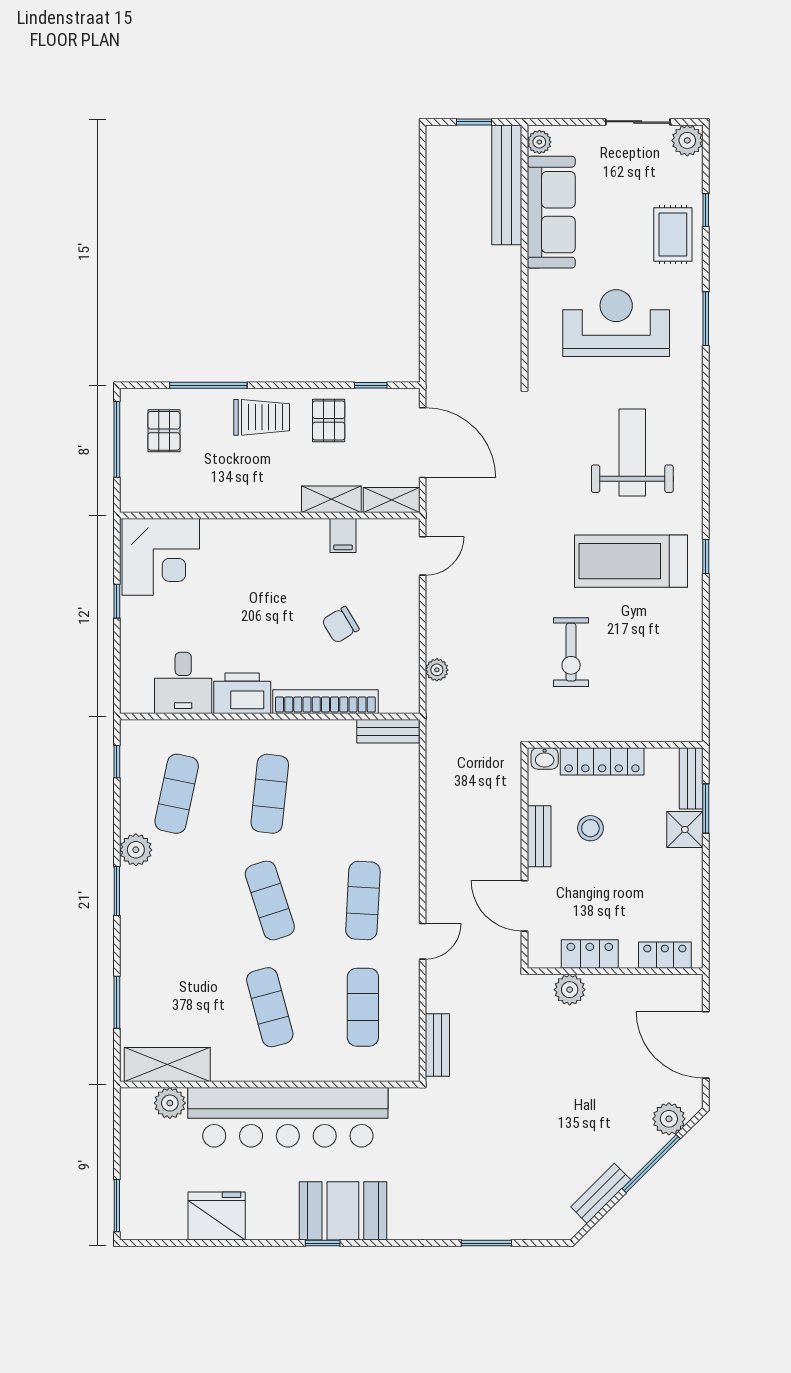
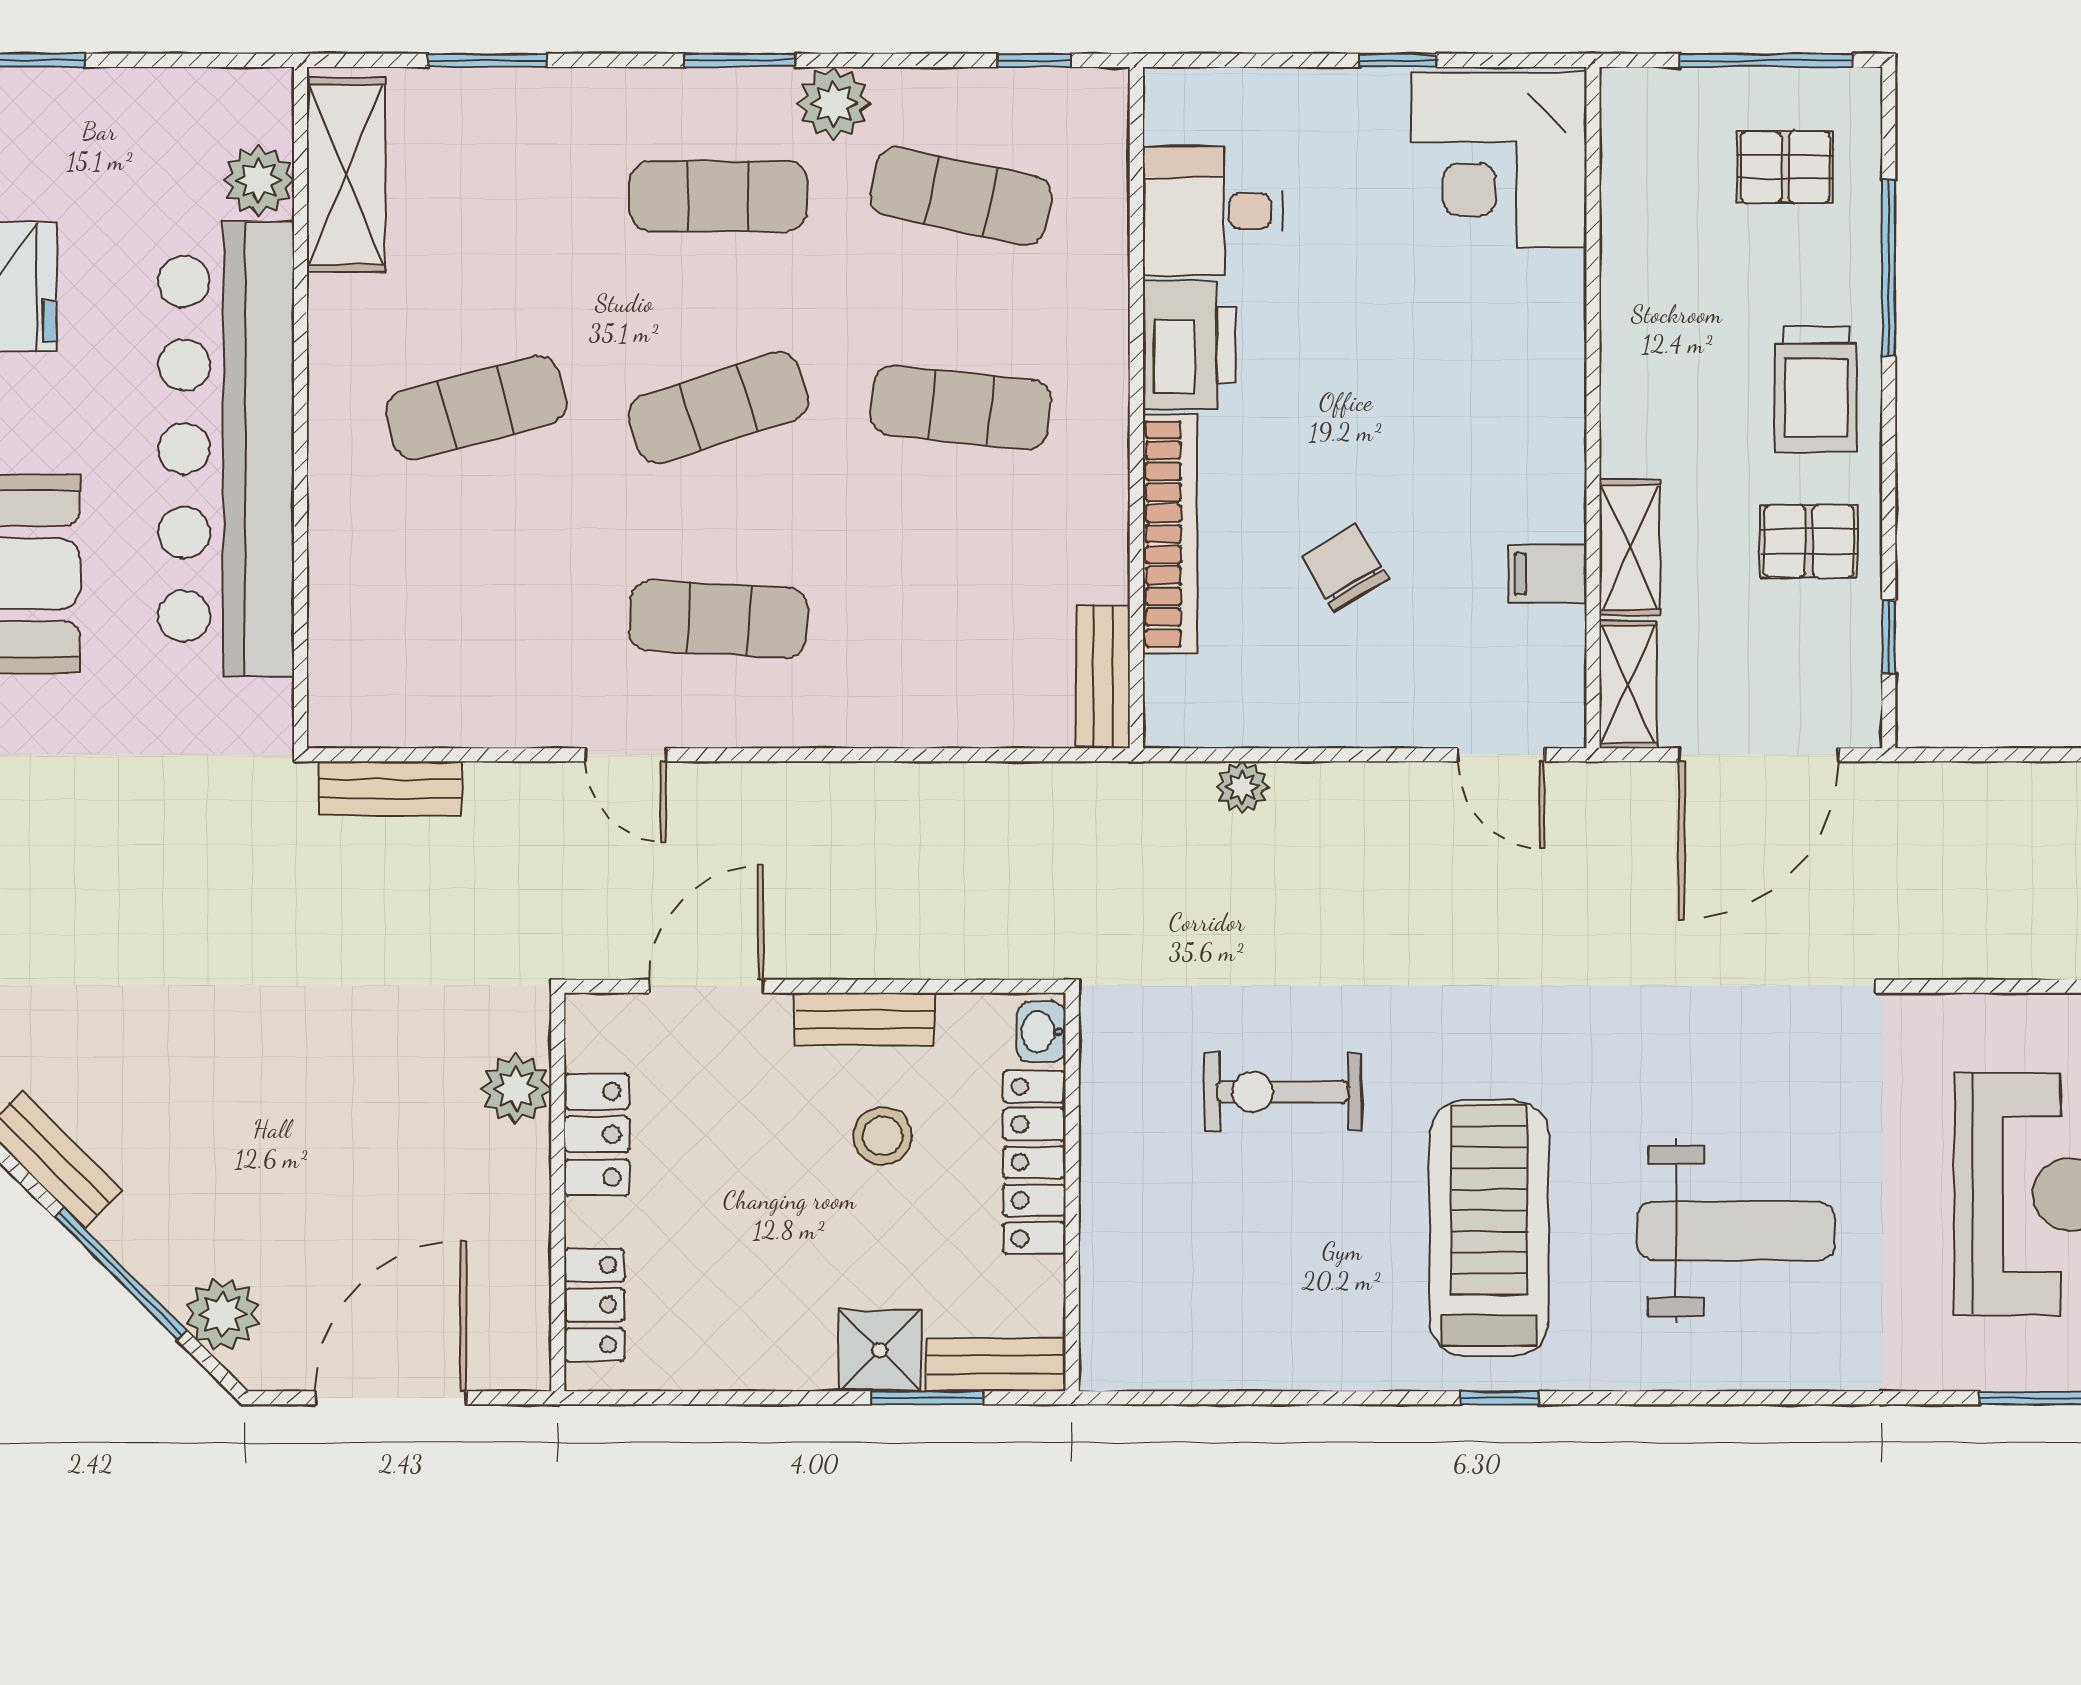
exercise mat: (363, 1007) -> (718, 196), moved

